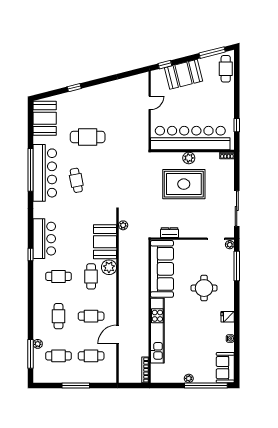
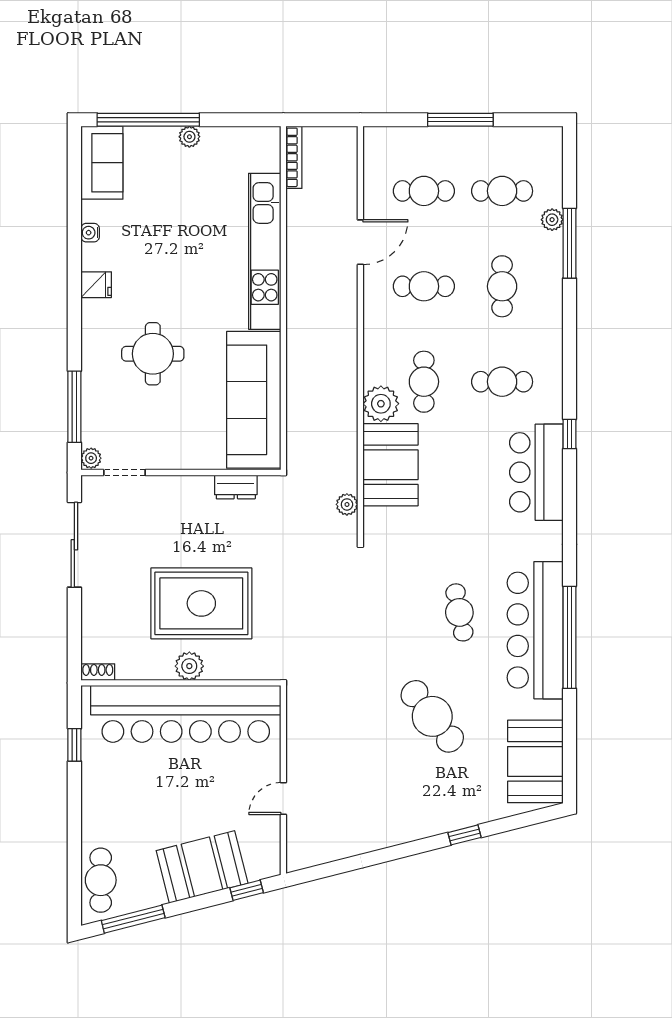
cafe table: (88, 137) -> (432, 716), turned 52
window: (30, 354) -> (569, 243), moved

